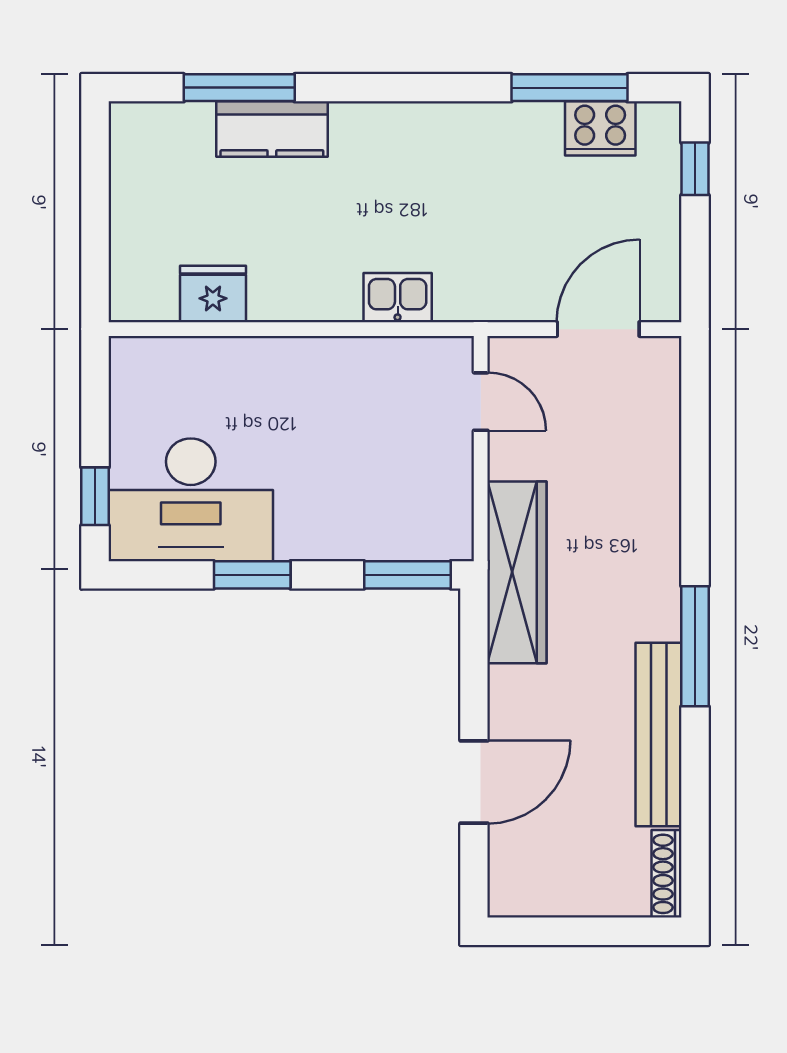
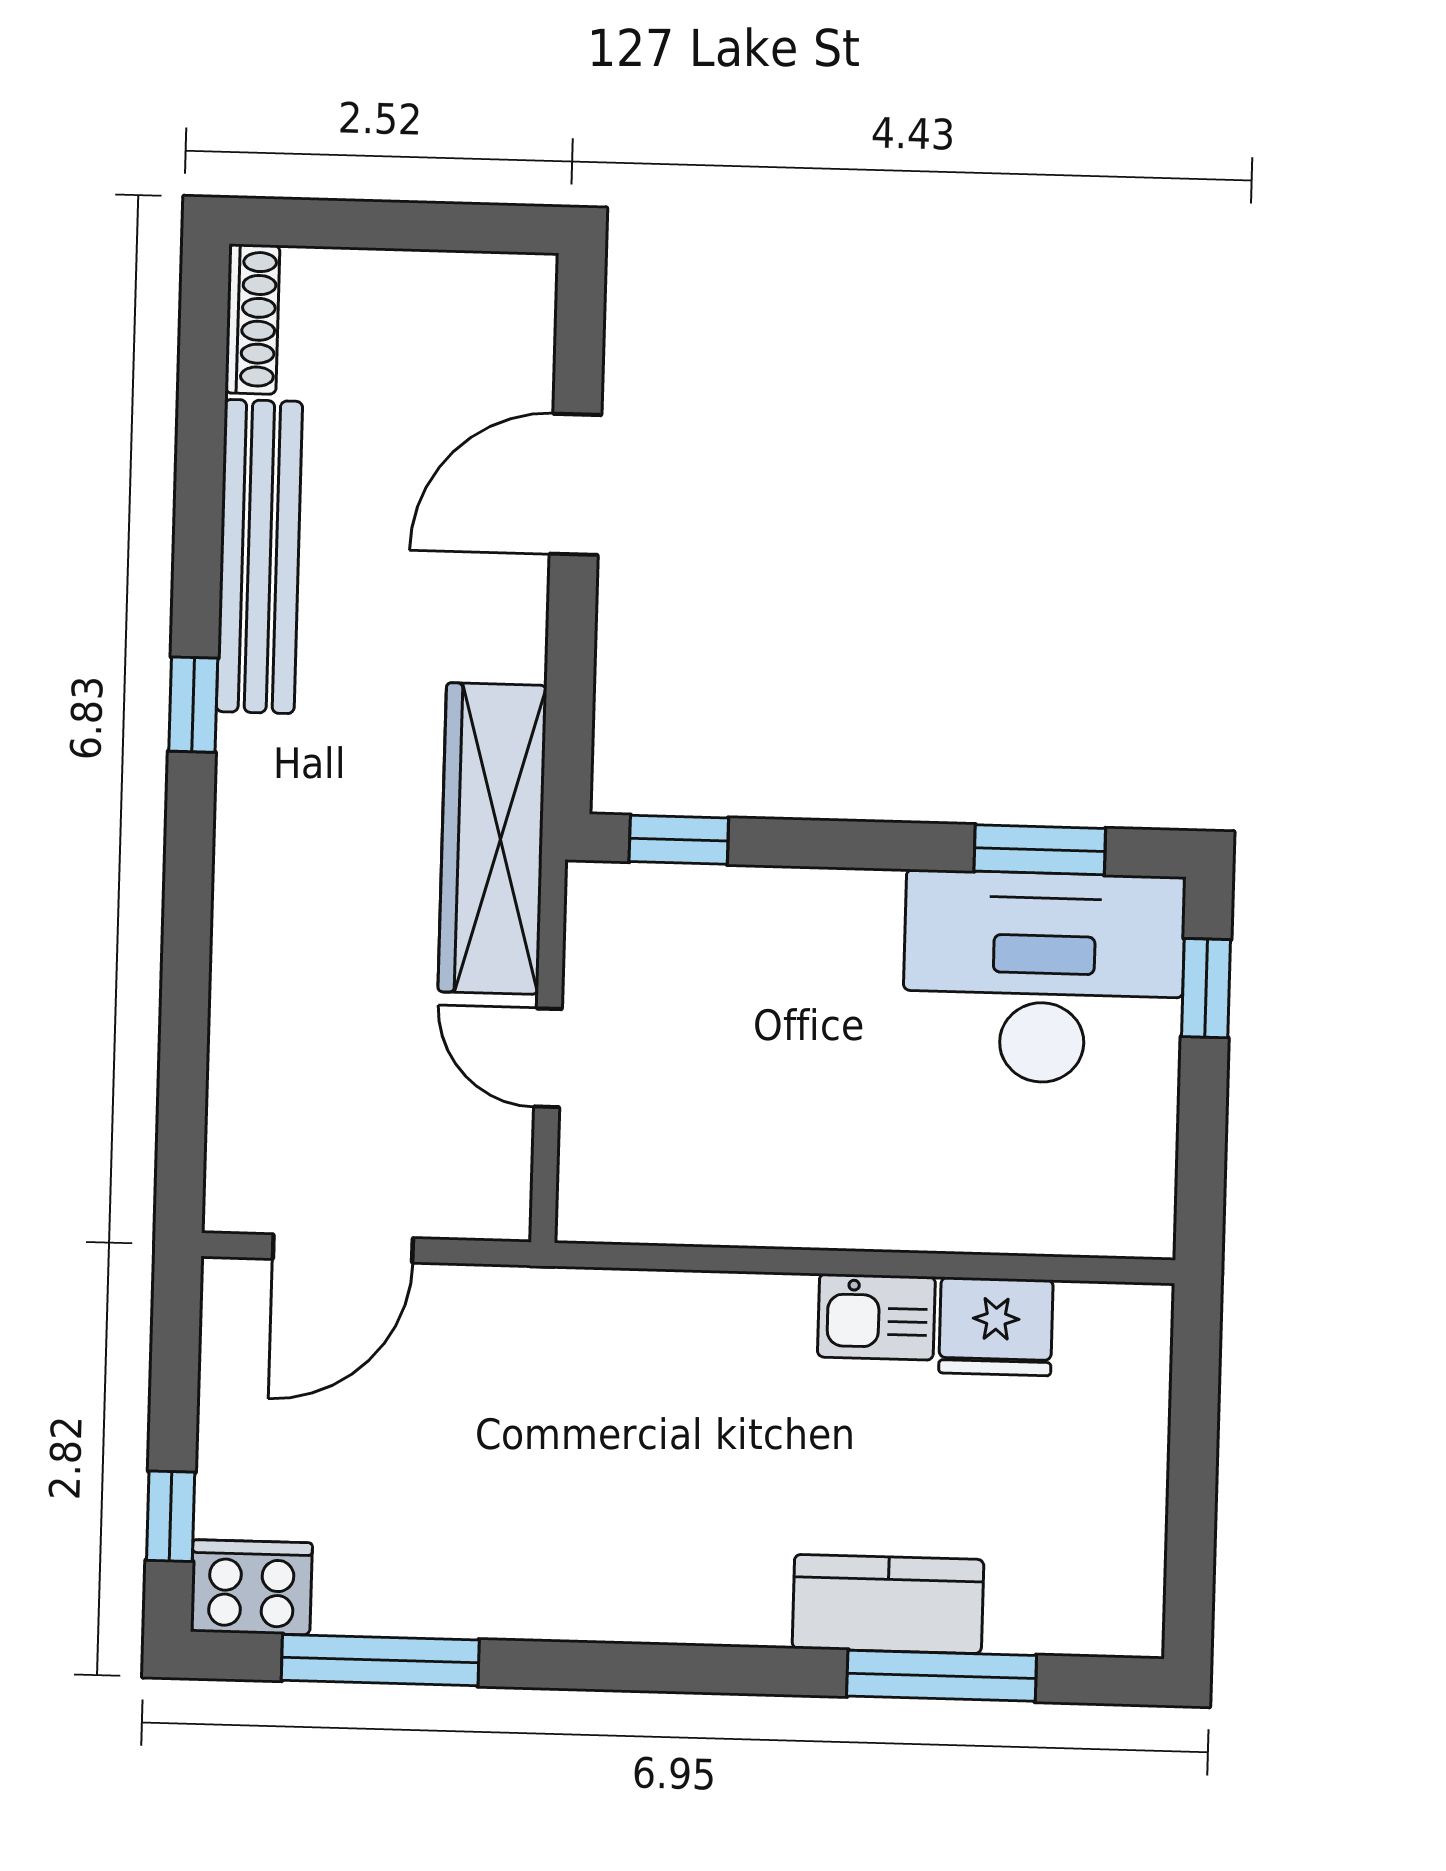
cooker: (600, 128) -> (251, 1587), moved
kitchen sink: (398, 298) -> (876, 1317), moved
door: (481, 402) -> (548, 1058), moved
window: (252, 575) -> (1040, 850), moved
window: (407, 575) -> (679, 840), width x0.67
window: (695, 646) -> (193, 705), width x0.46

